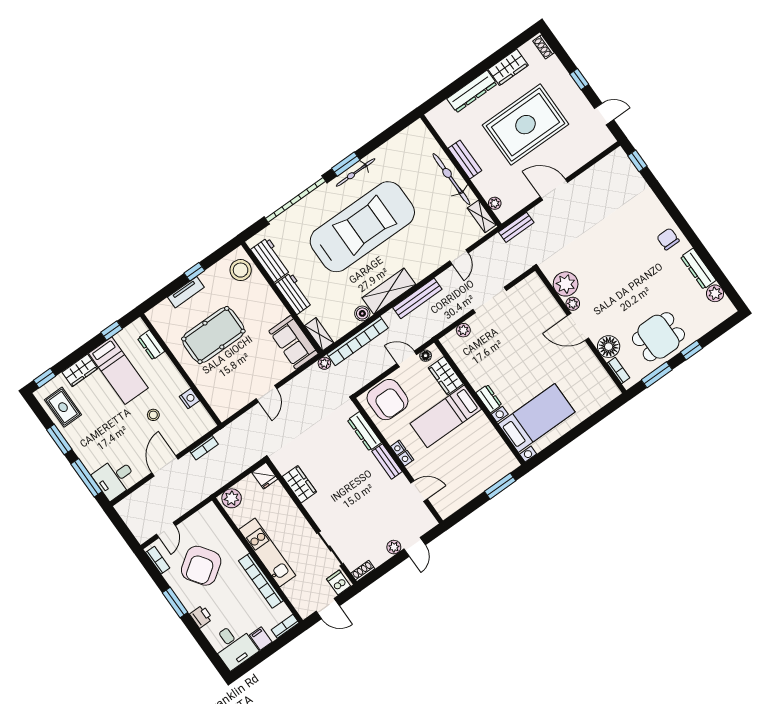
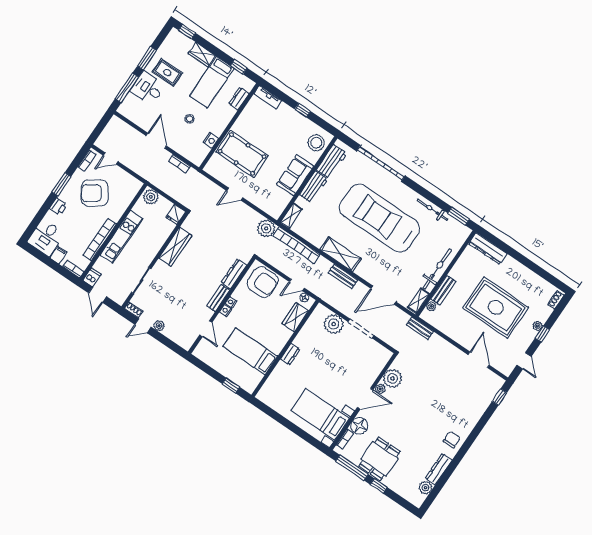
wardrobe: (508, 67) -> (532, 280), removed
plant: (567, 82) -> (537, 326), added
dresser: (472, 91) -> (488, 249), moved
bench: (465, 159) -> (443, 290), moved
window: (346, 164) -> (459, 216), moved
bicycle: (356, 172) -> (432, 210), moved
door: (554, 189) -> (479, 360), moved
car: (362, 227) -> (379, 218), turned 180
door: (459, 257) -> (383, 295), width x1.88
tv unit: (186, 292) -> (268, 97), moved
bench: (417, 298) -> (343, 276), width x0.73
boiler: (362, 313) -> (317, 241), removed
door: (578, 327) -> (365, 399), swing flipped
plant: (463, 330) -> (334, 324), width x1.87, depth x1.87
pool table: (213, 335) -> (242, 154), moved
dining table: (658, 337) -> (380, 459), turned 90
sofa: (293, 342) -> (295, 175), moved
door: (407, 359) -> (297, 285), swing flipped
plant: (324, 363) -> (266, 228), width x1.87, depth x1.87
window: (657, 375) -> (352, 468), width x1.44
armchair: (387, 400) -> (263, 282), turned -90
rug: (63, 407) -> (167, 72), moved, turned 90
bed: (446, 416) -> (250, 351), moved
bed with nightstands: (537, 418) -> (320, 414), moved, turned 180
door: (165, 466) -> (156, 141), hinge flipped
desk: (115, 478) -> (148, 88), moved
wardrobe: (299, 484) -> (175, 247), width x1.50
window: (500, 486) -> (231, 385), width x0.67
door: (415, 547) -> (143, 326), moved
dishwasher: (339, 583) -> (92, 277), moved

